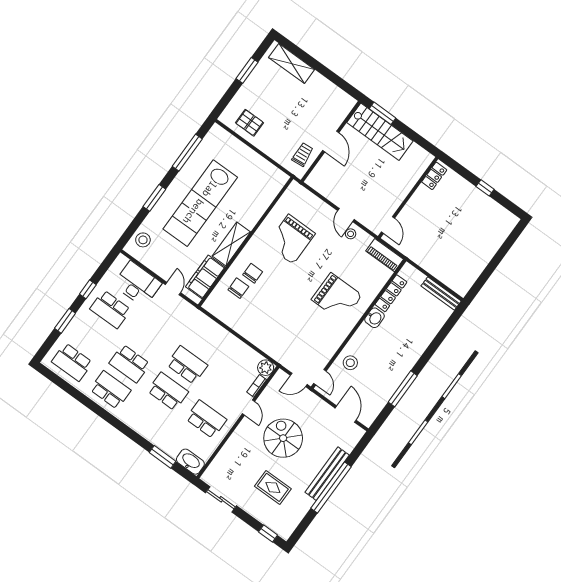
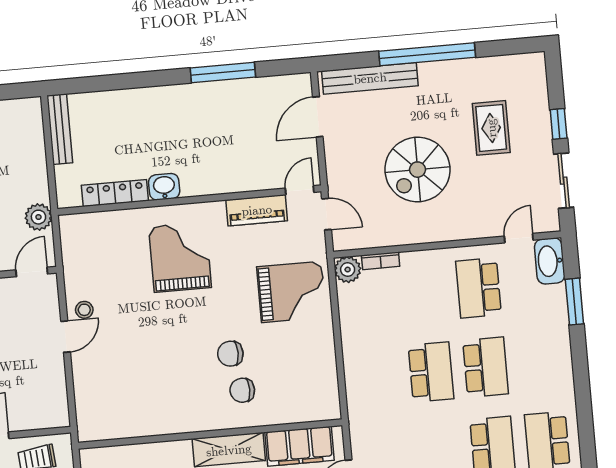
grand piano: (291, 239) -> (291, 292), moved
plant: (410, 250) -> (38, 217), added
piano: (385, 255) -> (257, 210), moved, turned 90
chair: (238, 288) -> (230, 354), moved
stool: (350, 363) -> (248, 168), removed
school desk: (187, 365) -> (431, 372), turned 180
school desk: (168, 391) -> (486, 367), turned 180
door: (248, 407) -> (519, 238), moved
bench: (327, 474) -> (370, 78), moved
window: (268, 534) -> (559, 124), moved

